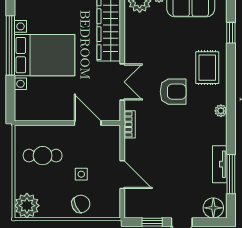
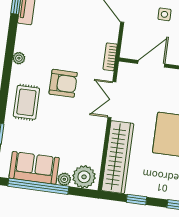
armchair: (173, 92) -> (63, 83), turned 180
door: (88, 123) -> (151, 64), swing flipped

